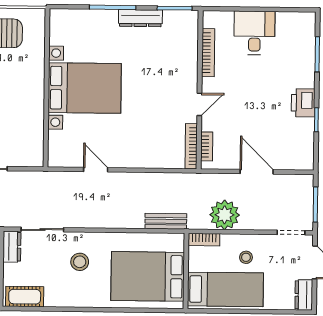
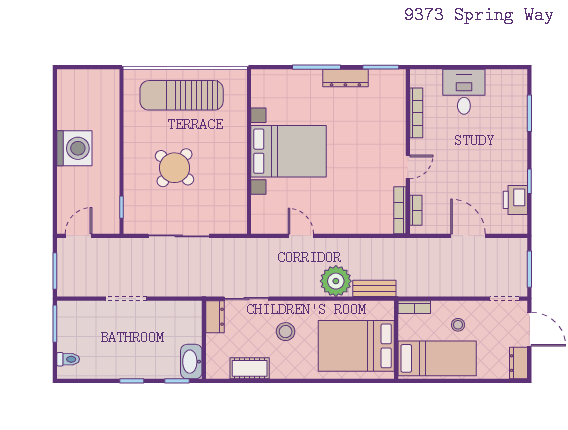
printer: (303, 103) -> (515, 200), moved
plant: (225, 215) -> (336, 281), moved
cot: (25, 297) -> (250, 368), moved

